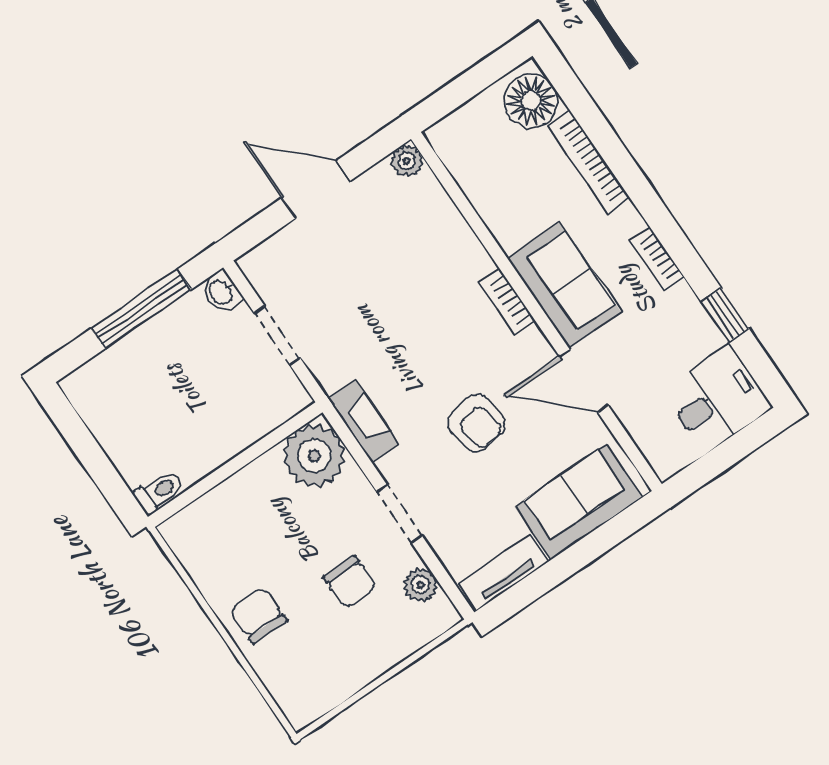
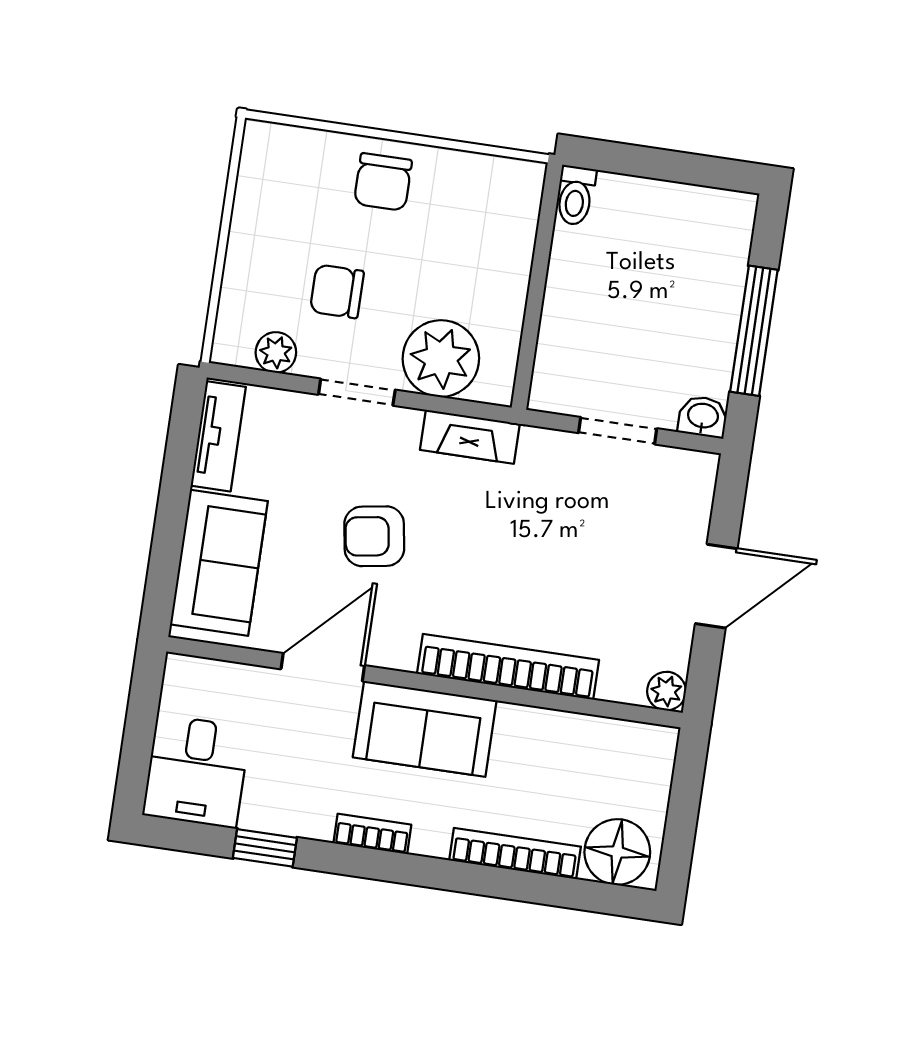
bookcase: (507, 302) -> (508, 667), width x2.31, depth x1.31
plant: (314, 456) -> (441, 359), moved
chair: (258, 615) -> (383, 182), turned 90

